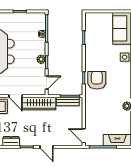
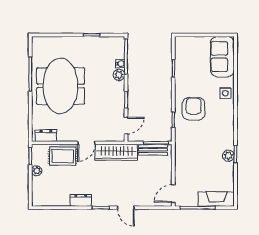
plant: (41, 59) -> (119, 75), moved
armchair: (97, 80) -> (194, 109), moved
door: (16, 96) -> (86, 143), hinge flipped
door: (84, 136) -> (173, 194), hinge flipped

